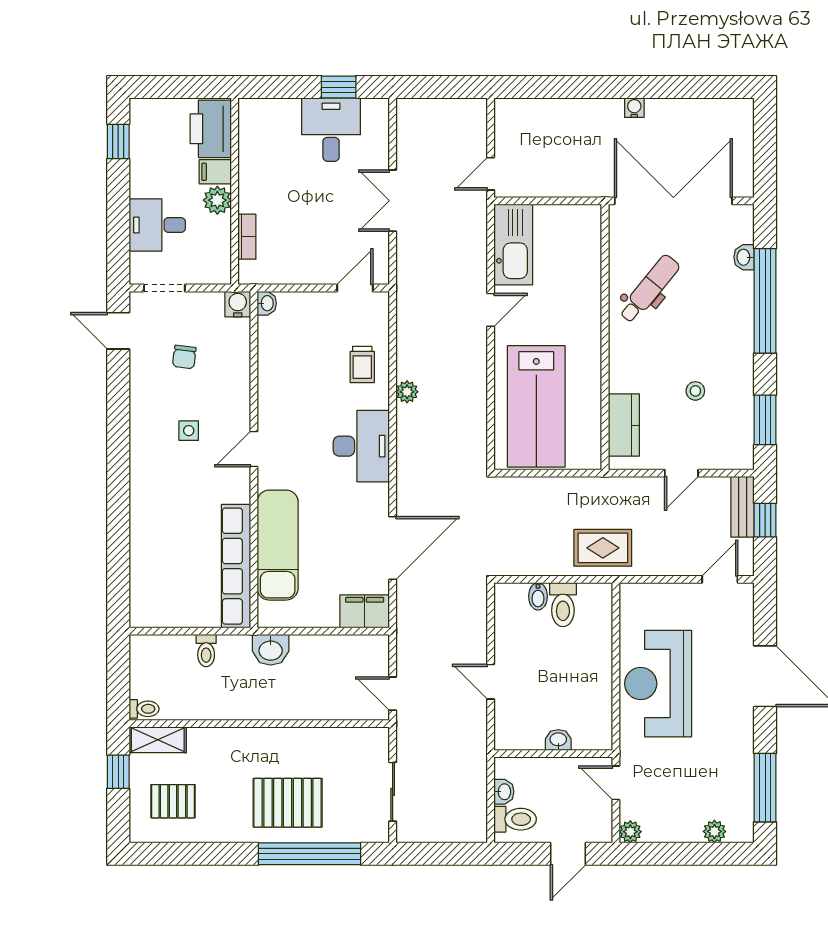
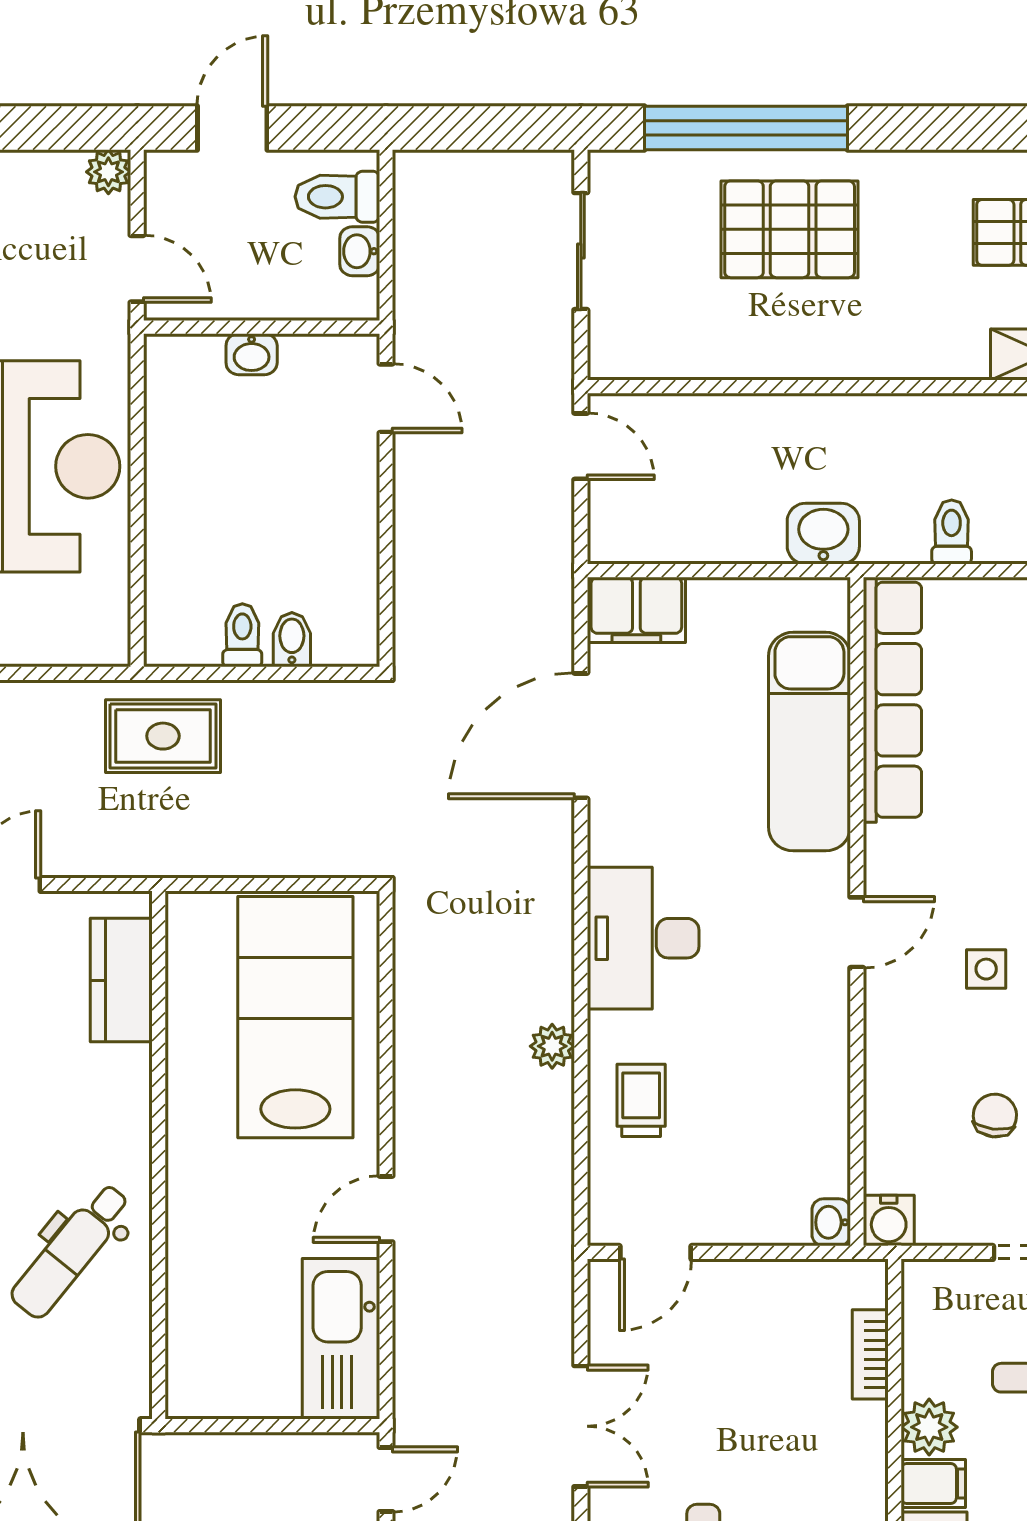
toilet: (563, 605) -> (242, 635), width x0.73, depth x0.72
door: (491, 682) -> (386, 398), moved

